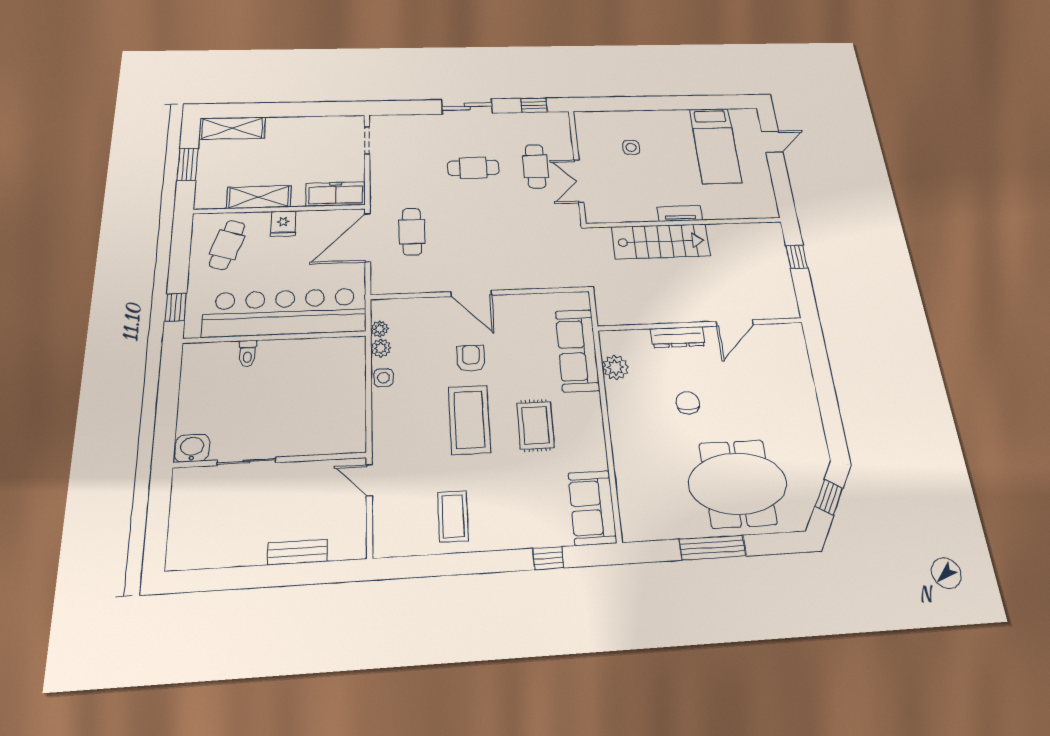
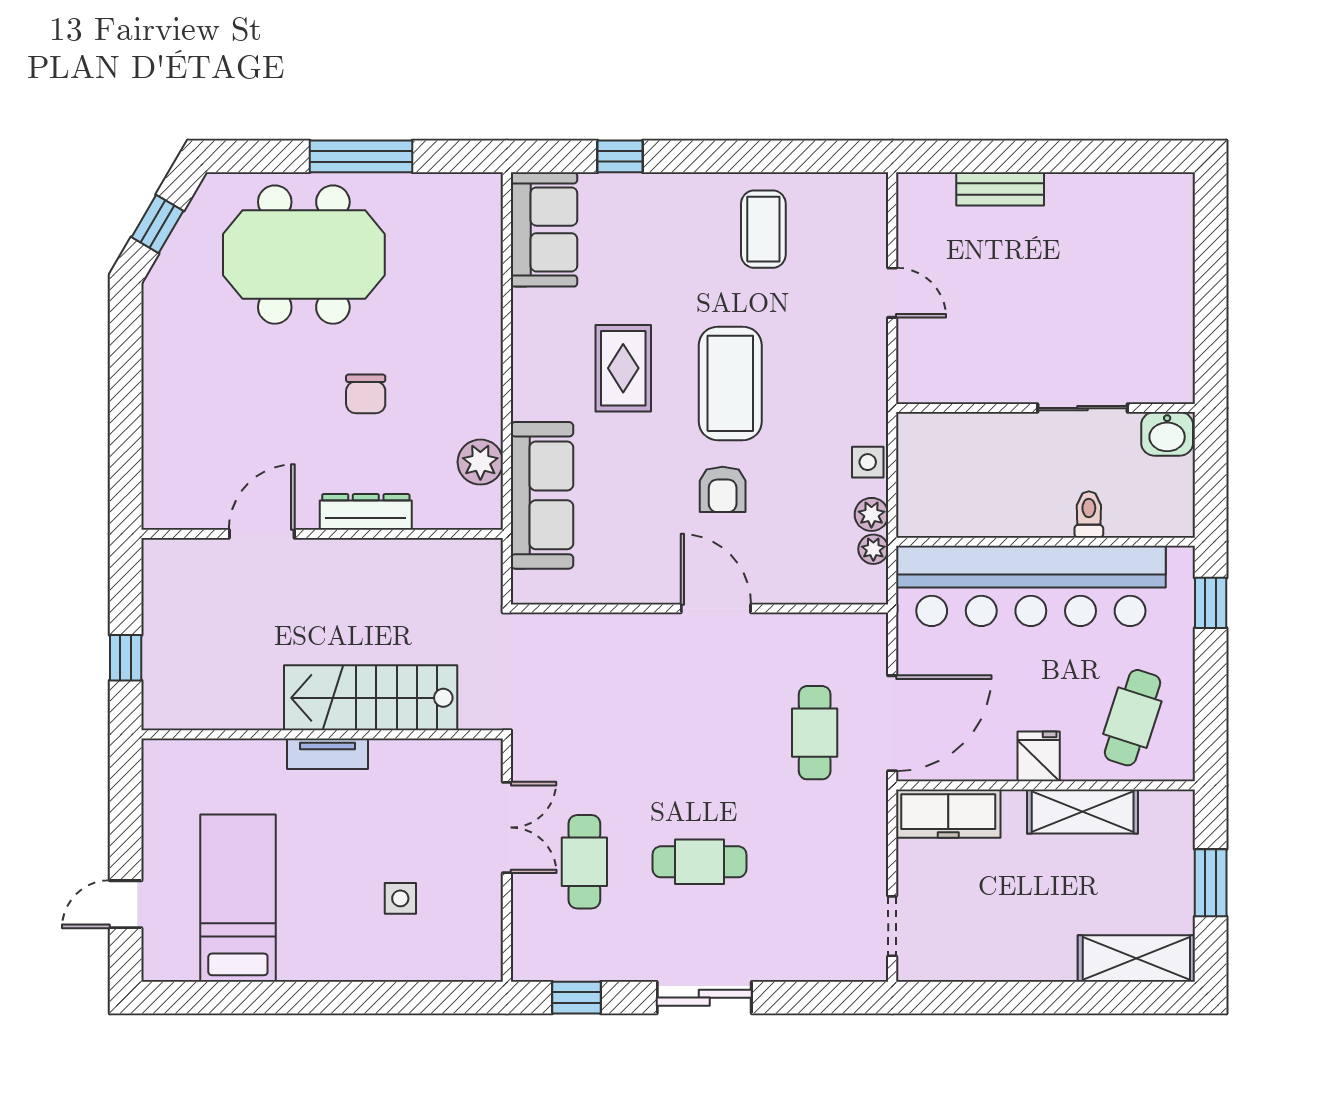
washbasin: (192, 448) -> (1167, 434), moved
wall: (270, 460) -> (1045, 408), moved
sliding door: (246, 461) -> (1082, 408), moved

